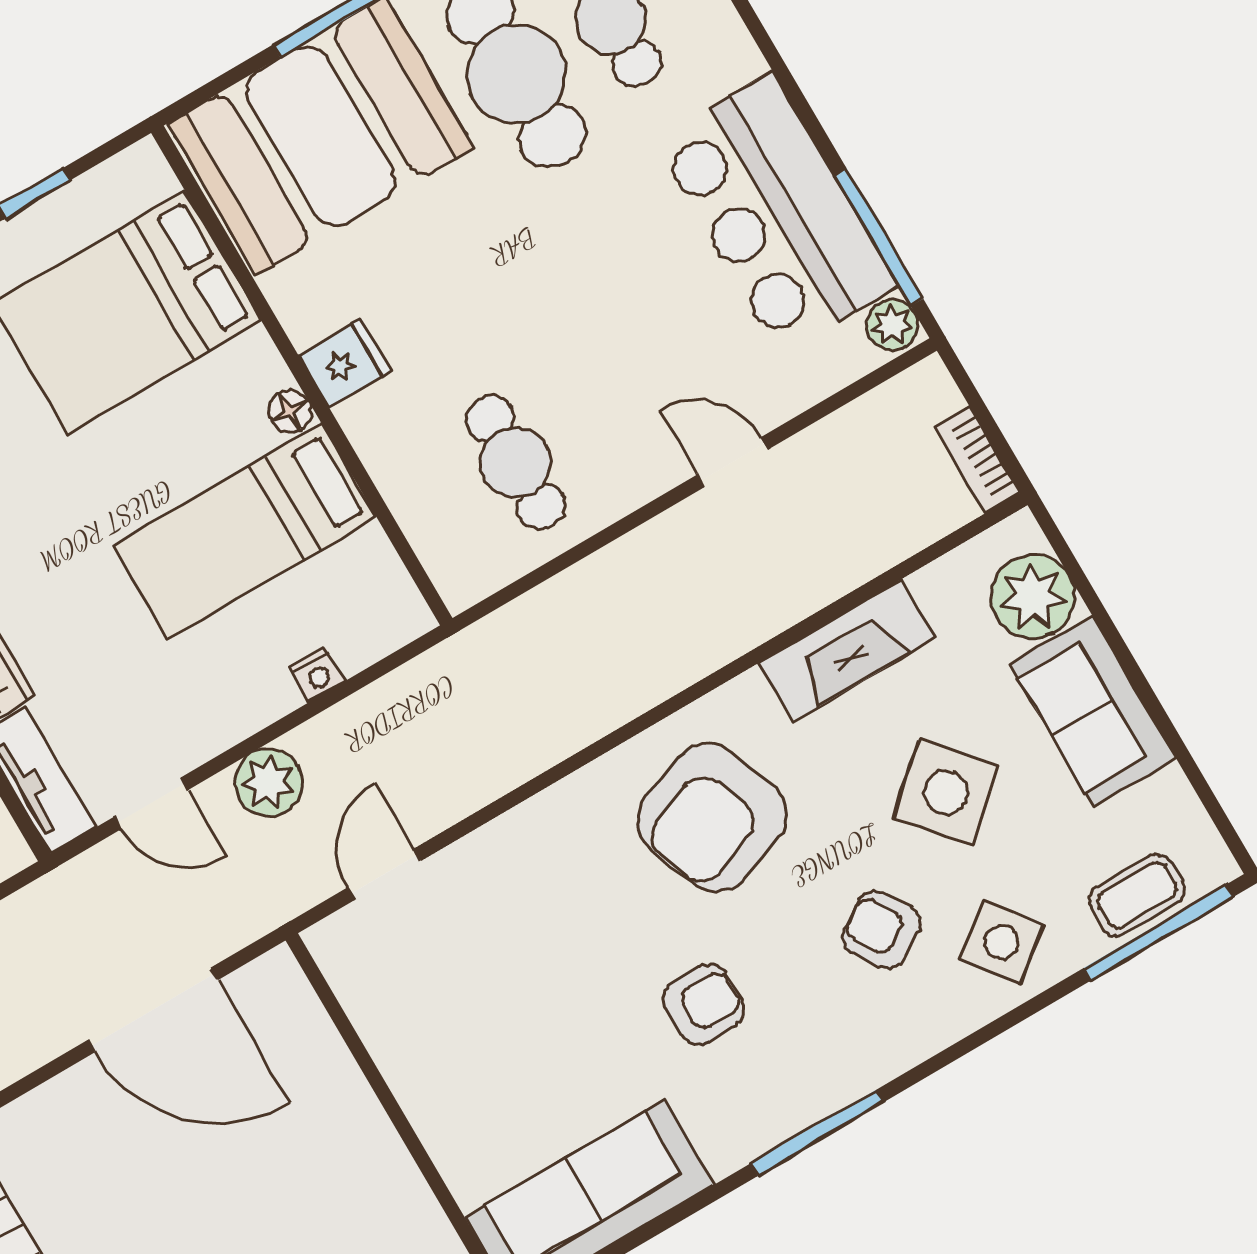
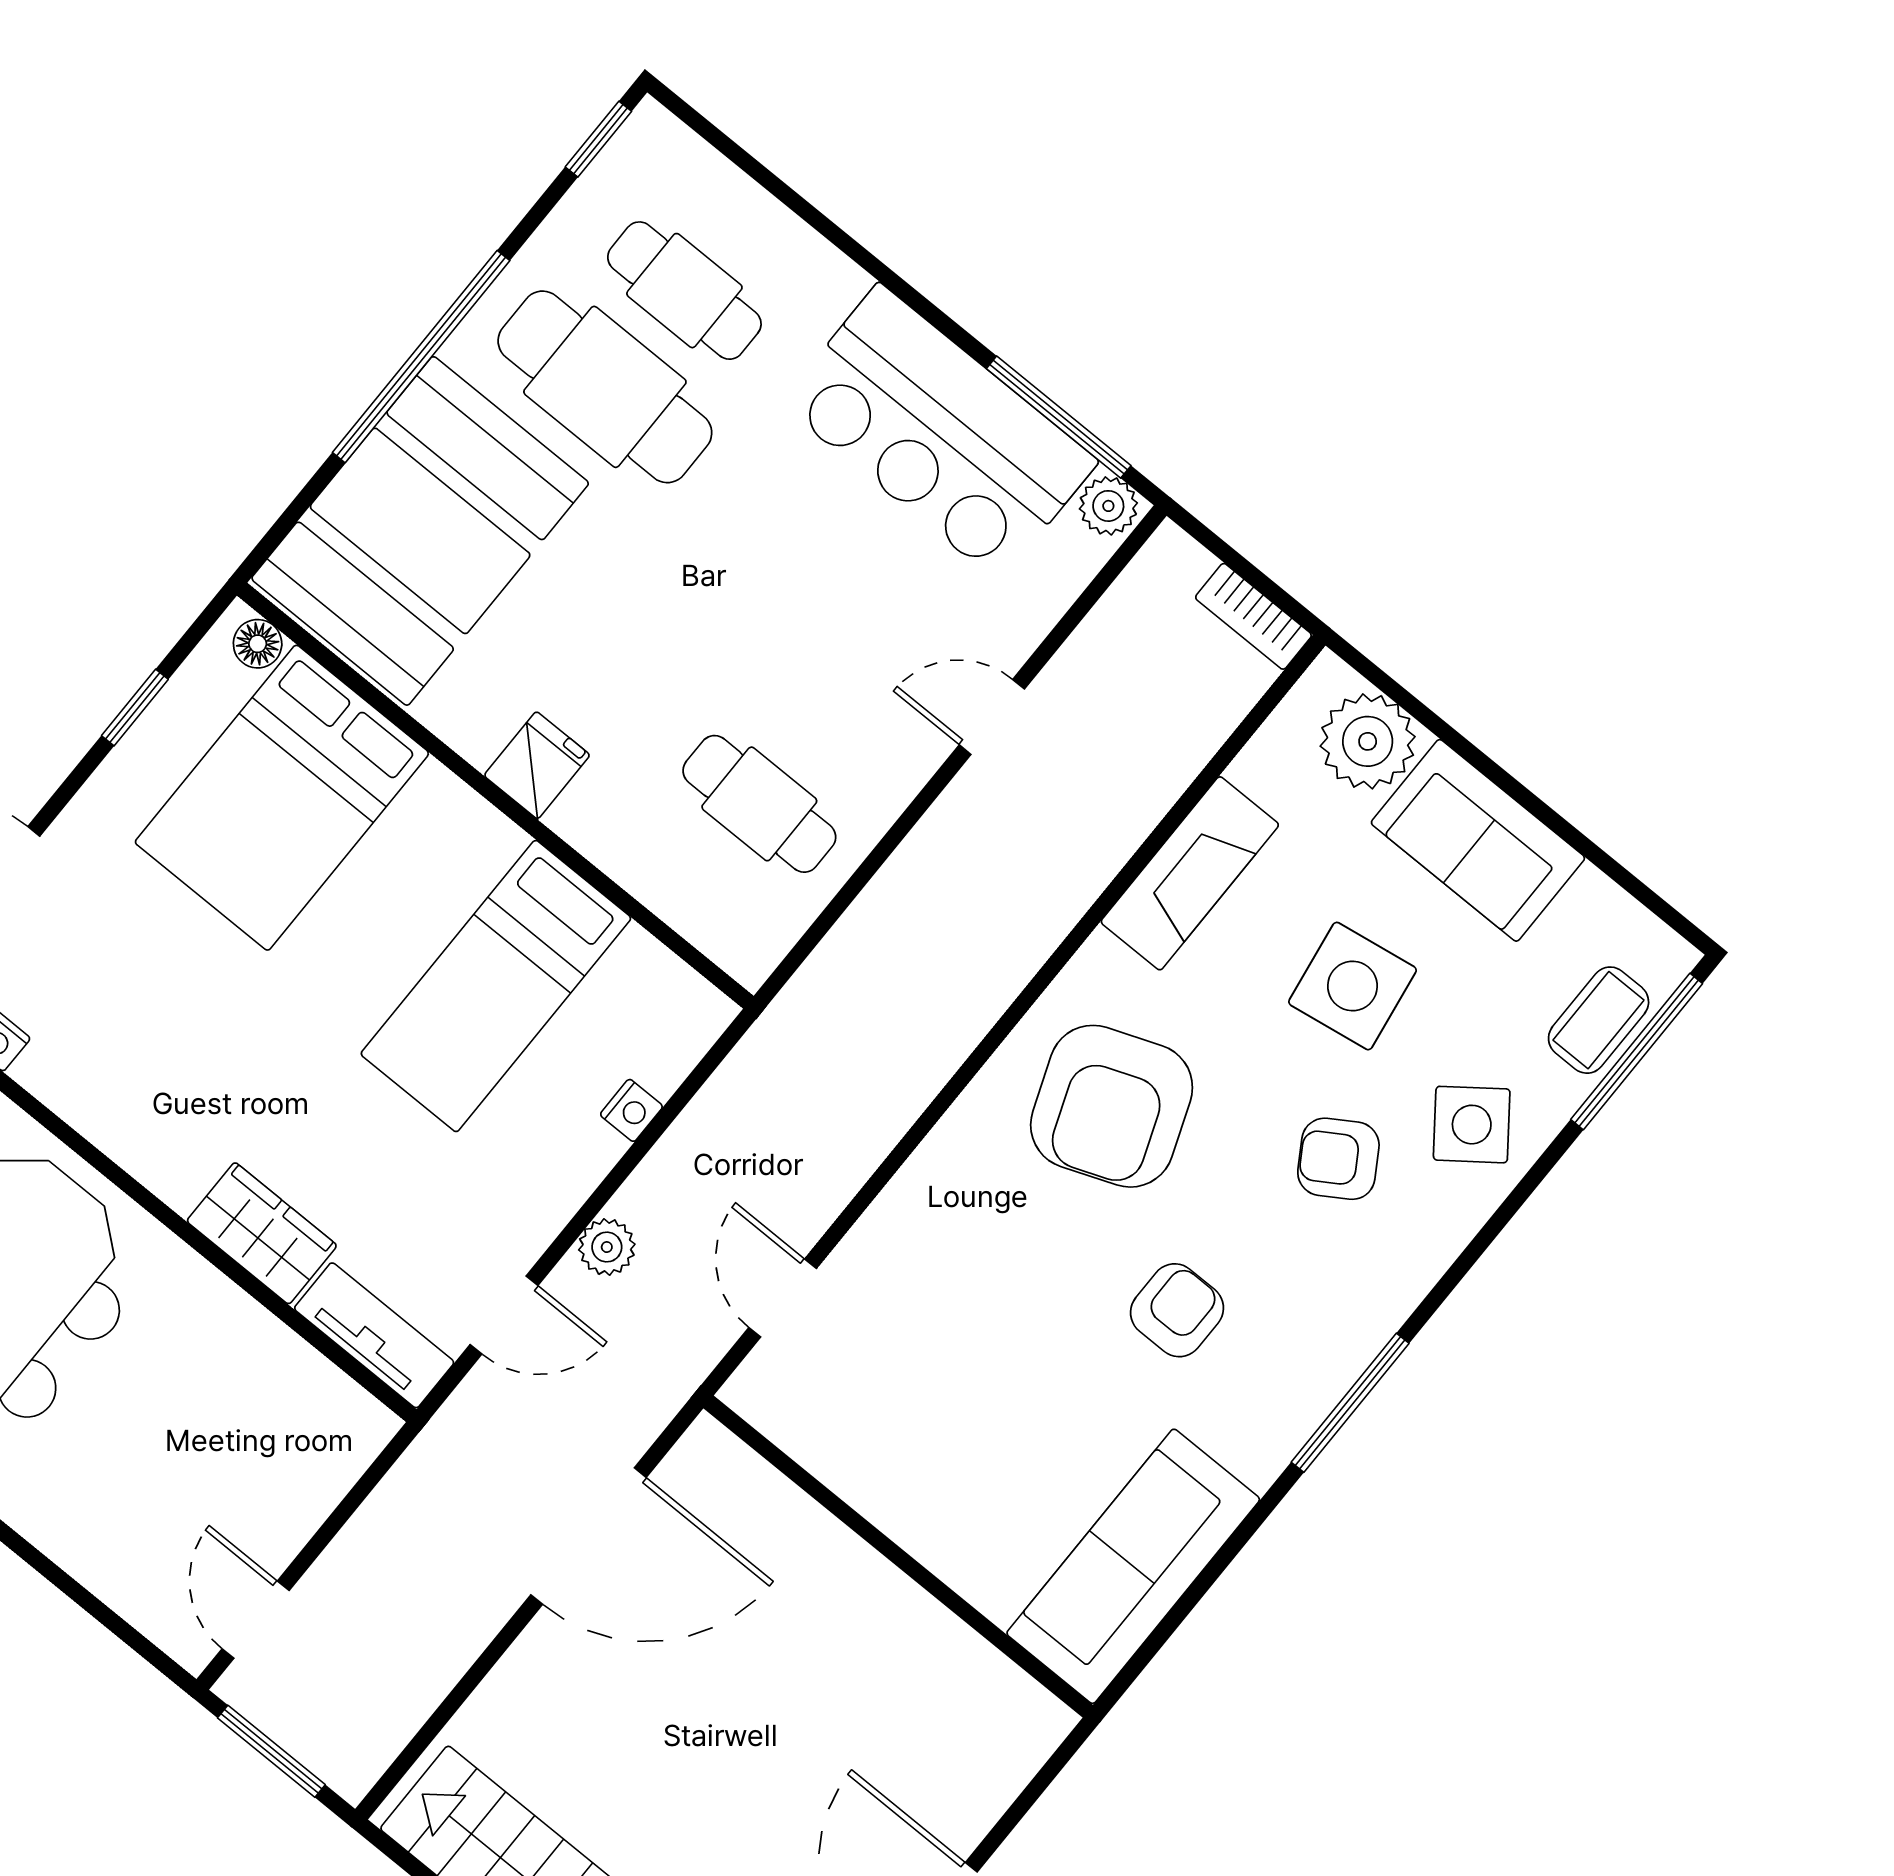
floor lamp: (290, 411) -> (258, 644), moved
plant: (268, 782) -> (607, 1247), width x0.73, depth x0.73
side table: (946, 792) -> (1353, 986), turned 32

